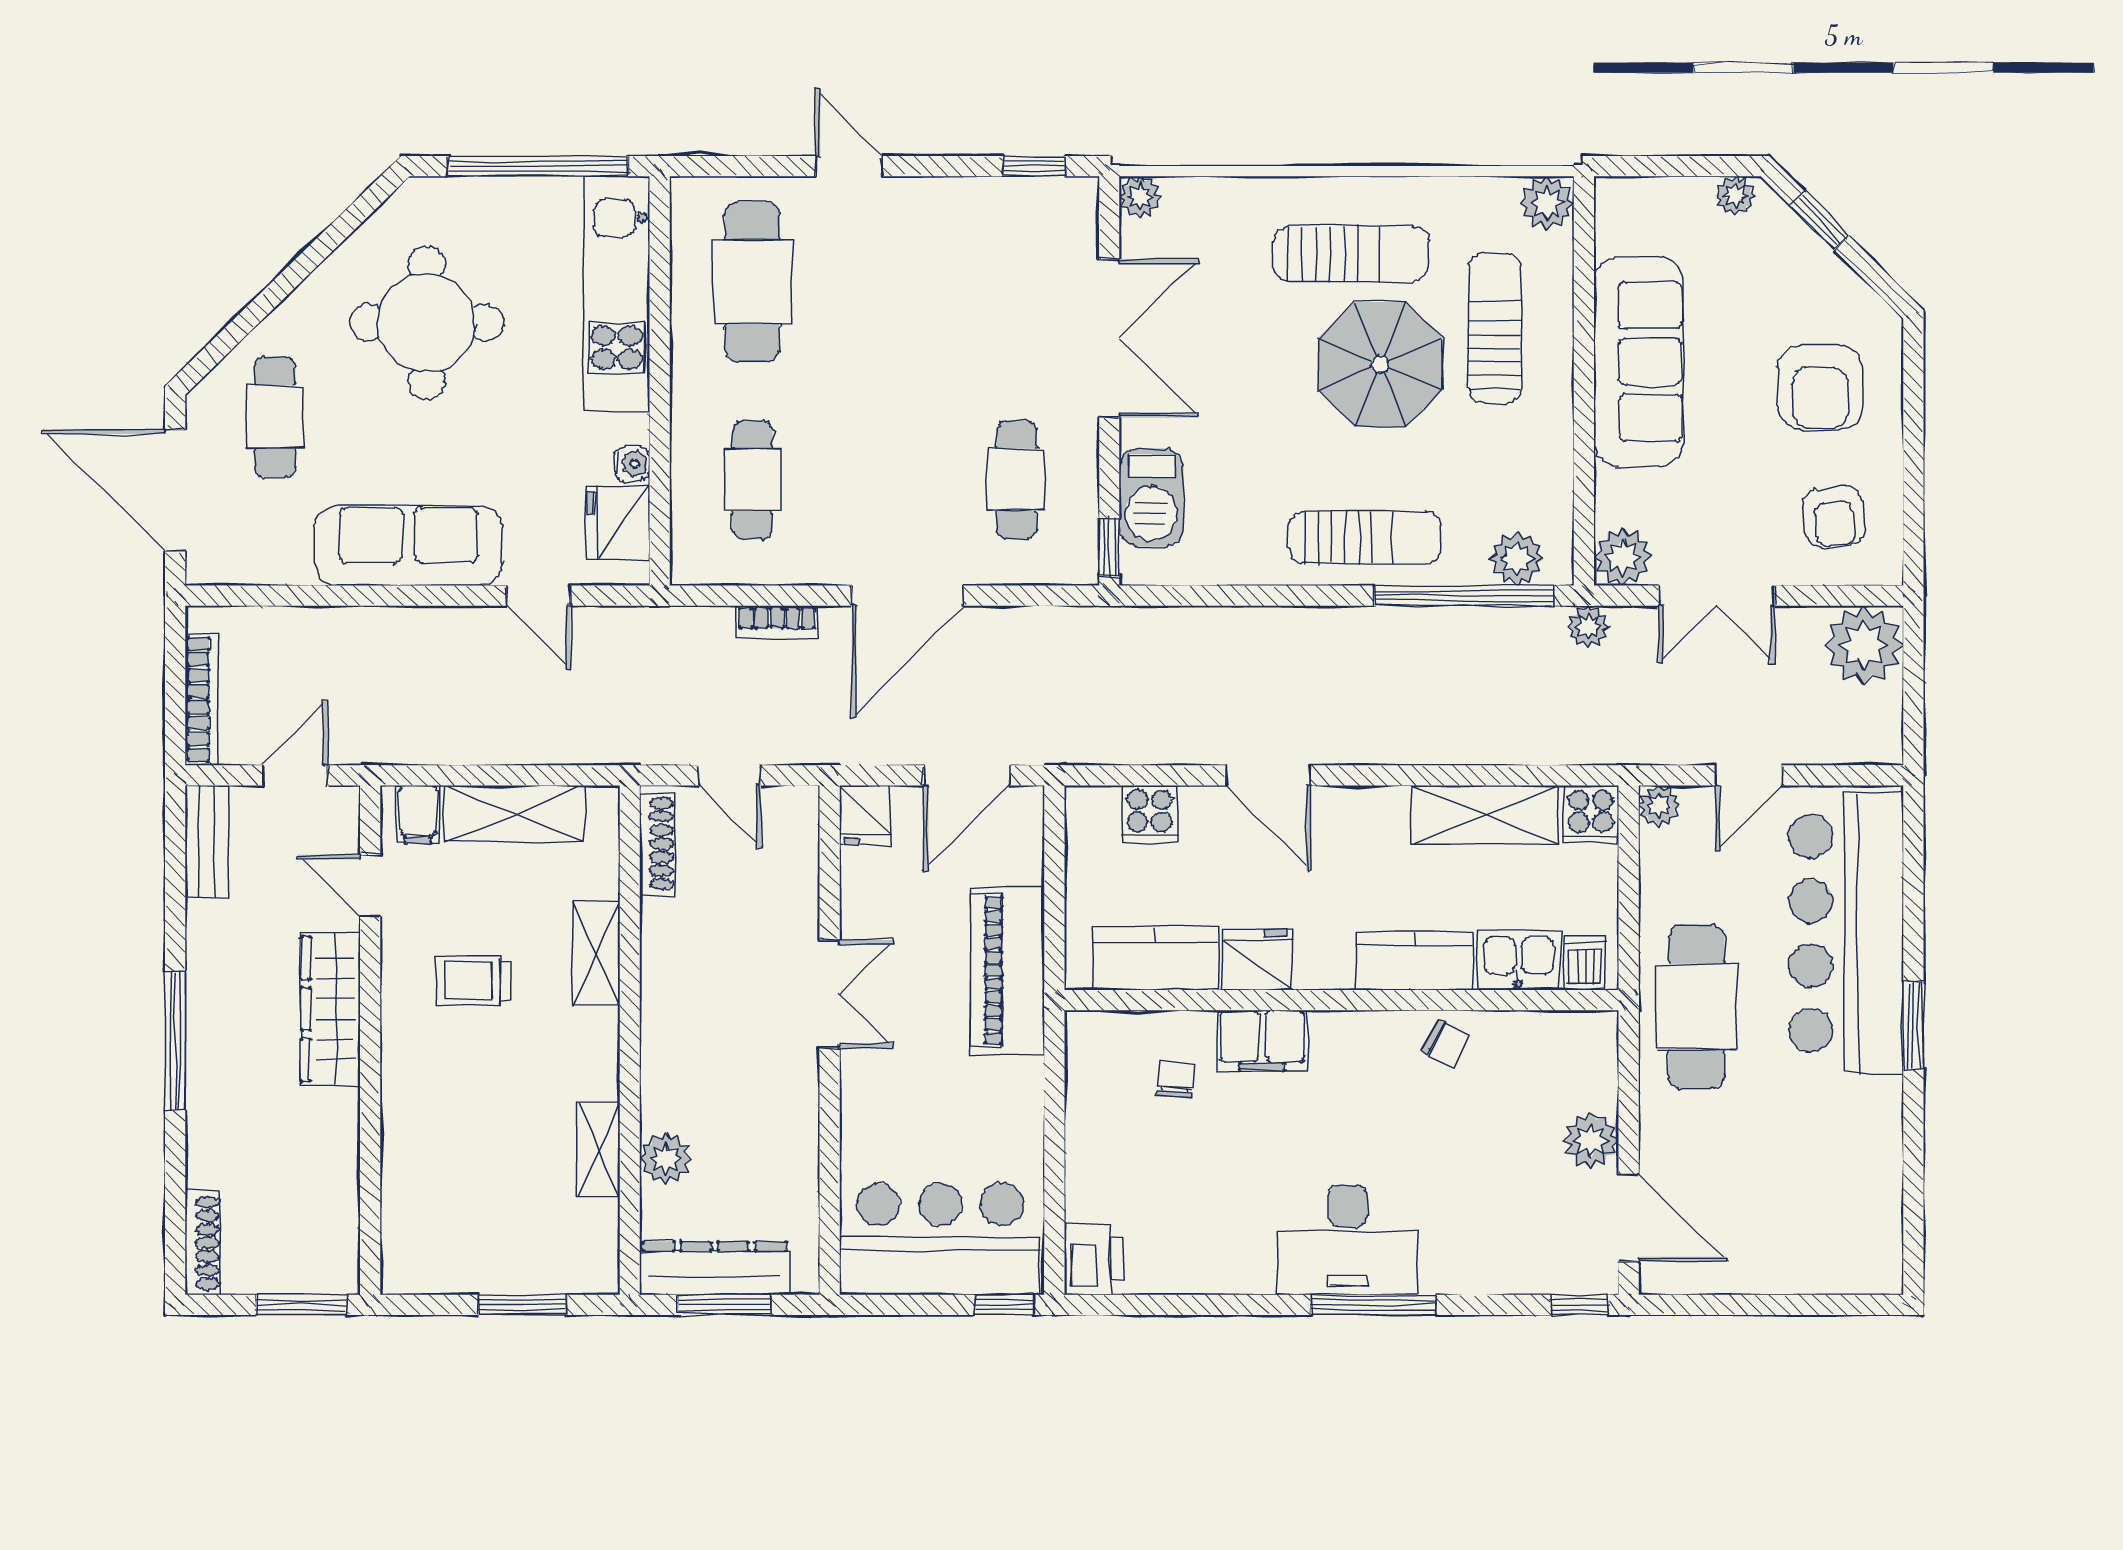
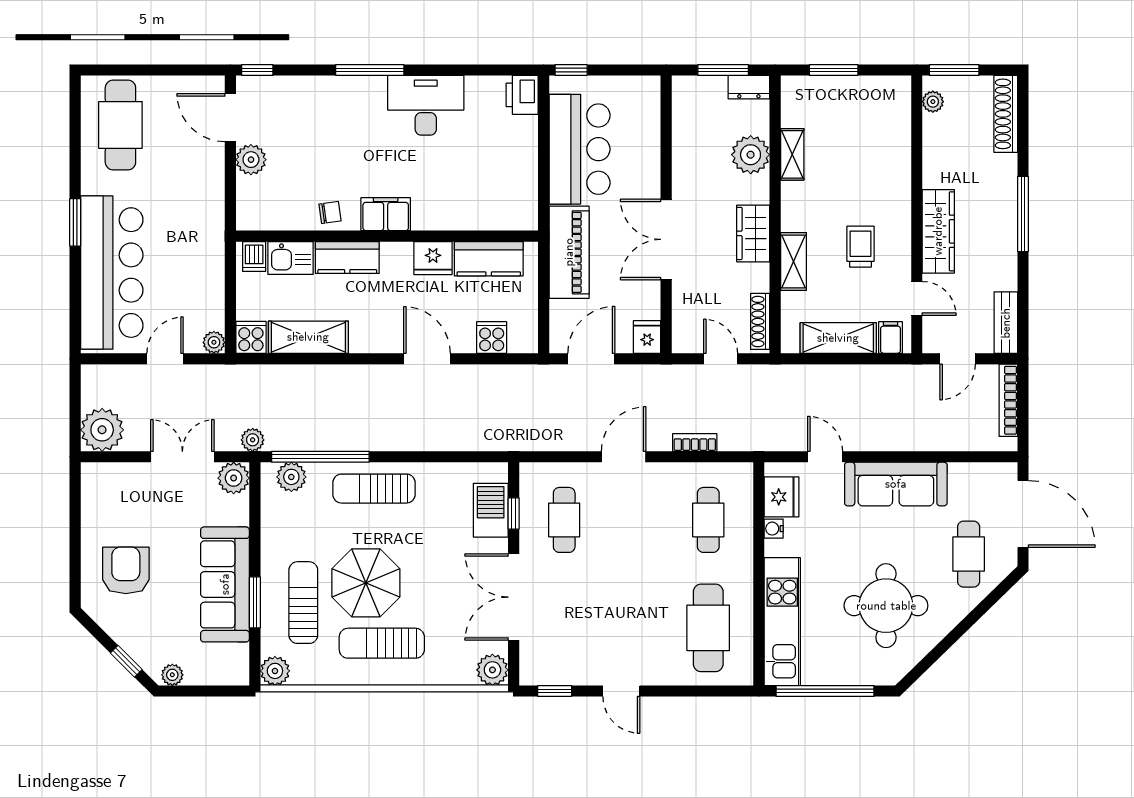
door: (849, 166) -> (621, 691), moved
plant: (1140, 197) -> (492, 670), width x1.38, depth x1.38
sun lounger: (1495, 328) -> (303, 603), turned 180
window: (1584, 329) -> (255, 602), added
armchair: (1834, 517) -> (119, 500), removed
window: (1109, 547) -> (514, 514), moved
door: (908, 596) -> (624, 457), width x0.73
trolley: (473, 981) -> (861, 247), turned -90
double door: (830, 994) -> (666, 239), width x1.37
wardrobe: (670, 1005) -> (753, 233), added
cafe table: (1696, 1007) -> (120, 125), moved
filing cabinet: (1262, 1040) -> (386, 214), moved
chair: (1446, 1044) -> (330, 212), turned 145
chair: (1176, 1079) -> (477, 193), removed
plant: (665, 1159) -> (751, 155), width x1.36, depth x1.36
bar counter: (940, 1239) -> (580, 149), moved, turned -90
desk: (1348, 1240) -> (426, 105), moved
shoe rack: (203, 1243) -> (1006, 114), width x1.36, depth x1.24
plant: (340, 1247) -> (933, 102), added
dresser: (715, 1268) -> (749, 87), width x0.51, depth x0.80

